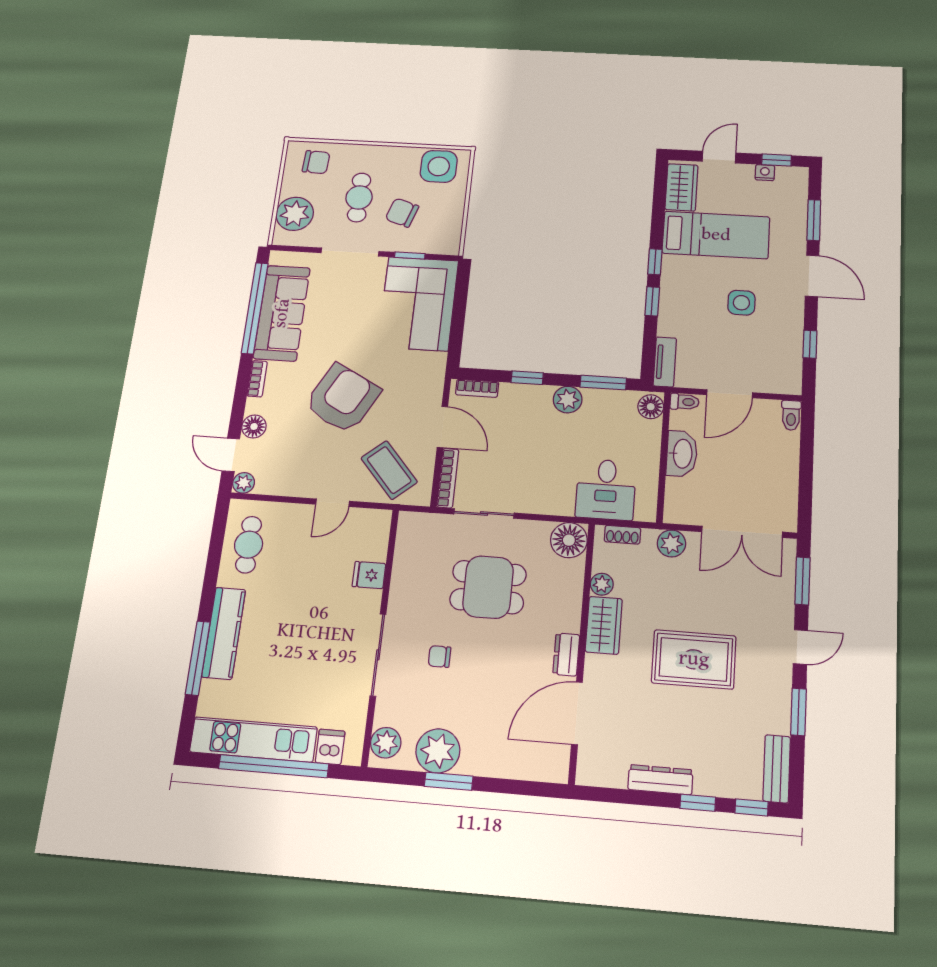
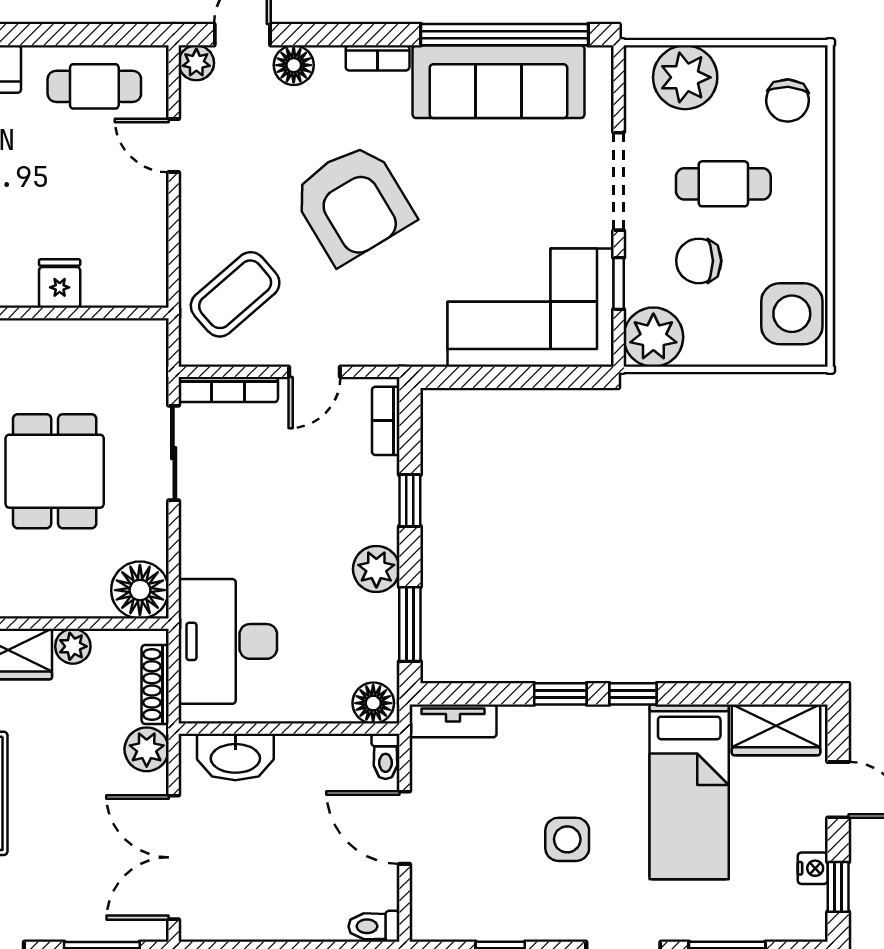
chair: (402, 213) -> (699, 261), turned -108
plant: (444, 239) -> (653, 337), added
armchair: (342, 398) -> (353, 203), turned 31
door: (442, 427) -> (315, 372), width x0.73
washbasin: (682, 454) -> (235, 757), moved
desk: (606, 489) -> (228, 641), width x1.37
door: (333, 503) -> (174, 146), moved
shoe rack: (622, 535) -> (155, 684), width x1.43

